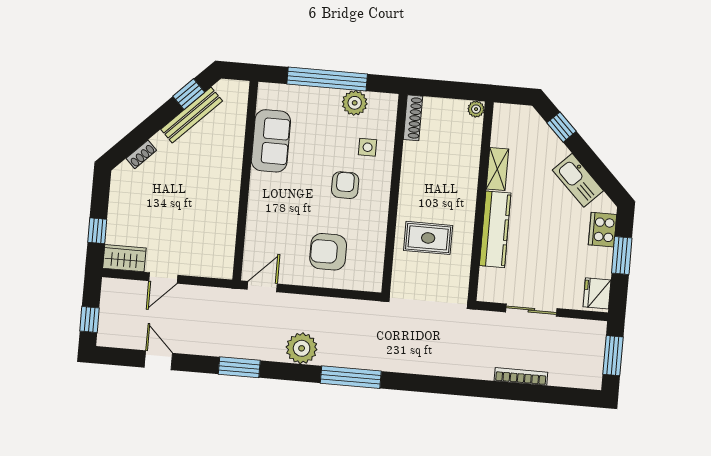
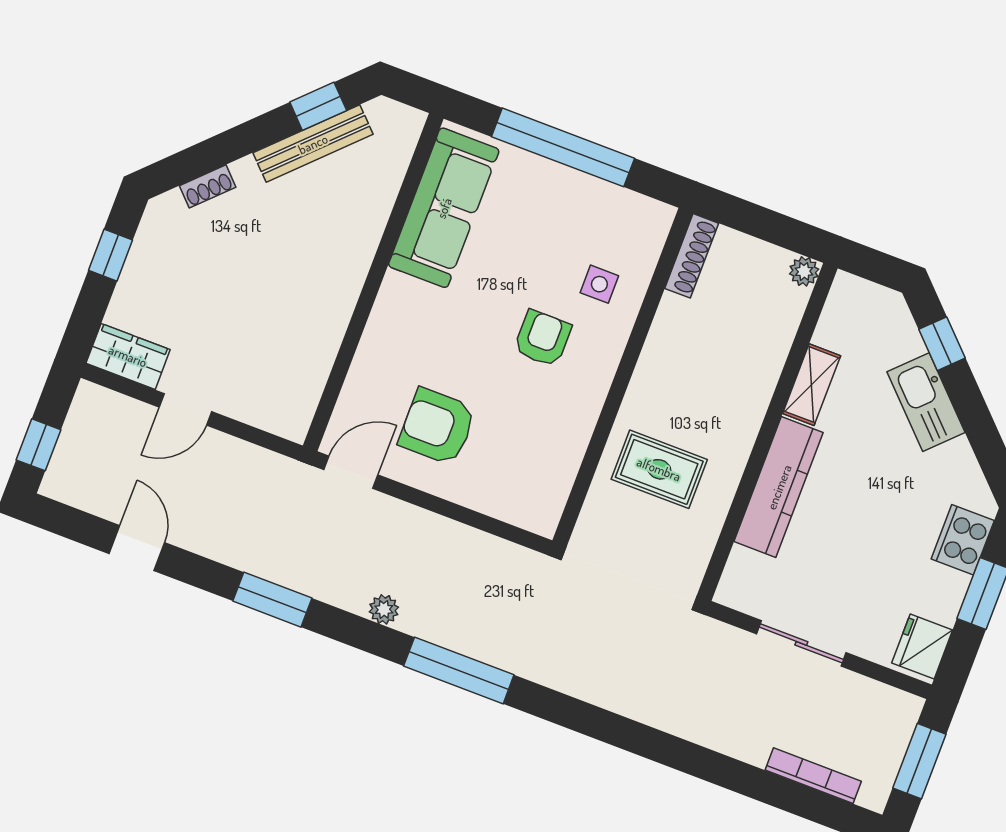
plant: (355, 103) -> (599, 202), removed
sofa: (271, 141) -> (444, 208), width x1.36
kitchen sink: (578, 180) -> (926, 402), moved
window: (97, 231) -> (111, 255), moved
armchair: (328, 252) -> (437, 427), moved
plant: (302, 348) -> (384, 609), width x0.53, depth x0.53
bookcase: (521, 376) -> (813, 776), moved

